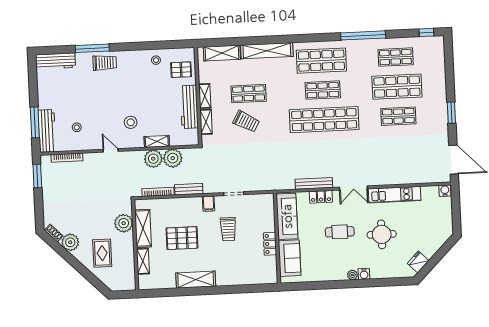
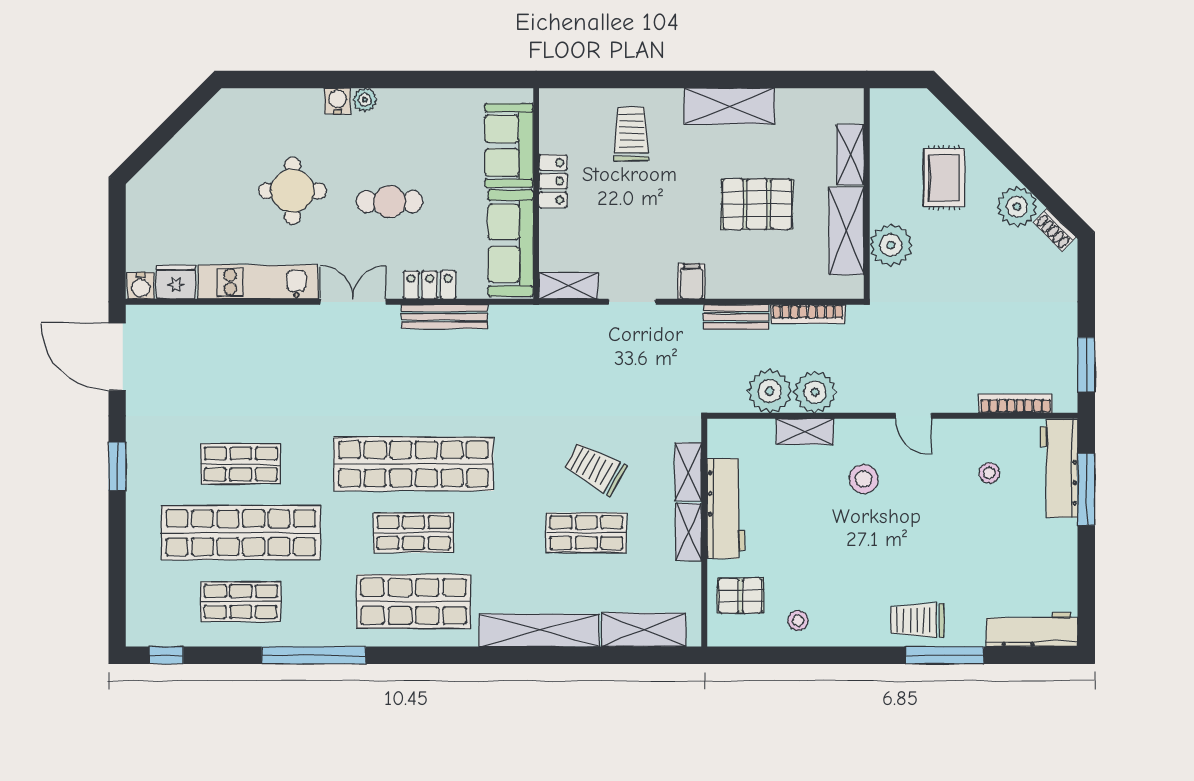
shop shelf: (397, 87) -> (241, 533), width x1.40
shelving: (261, 199) -> (569, 286), added
trolley: (228, 229) -> (631, 134), moved
fridge: (418, 262) -> (176, 282), moved, turned -135

